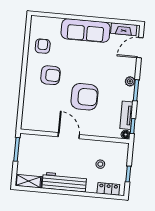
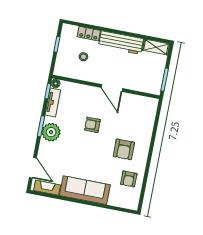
door: (140, 48) -> (33, 168), hinge flipped
armchair: (50, 75) -> (124, 149), turned -90
plant: (130, 81) -> (51, 132), width x1.88, depth x1.88
armchair: (84, 97) -> (92, 125), width x0.53, depth x0.53
locker: (108, 189) -> (89, 34), moved

